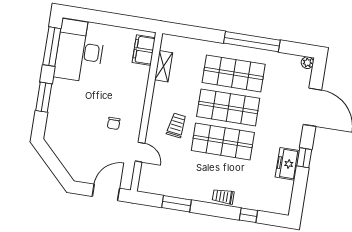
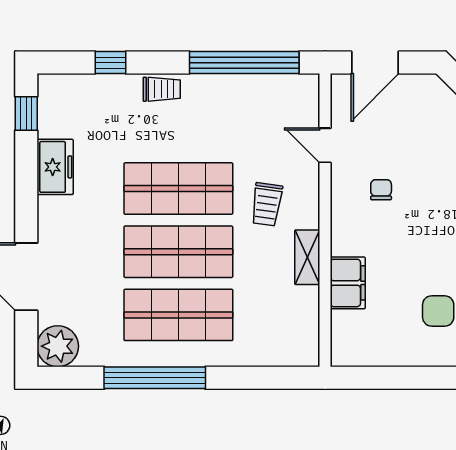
filing cabinet: (144, 50) -> (348, 283), moved
plant: (307, 63) -> (58, 346), width x1.87, depth x1.87
shelving: (164, 66) -> (307, 257), moved
window: (304, 158) -> (26, 114), moved
window: (176, 204) -> (244, 63), width x2.11

